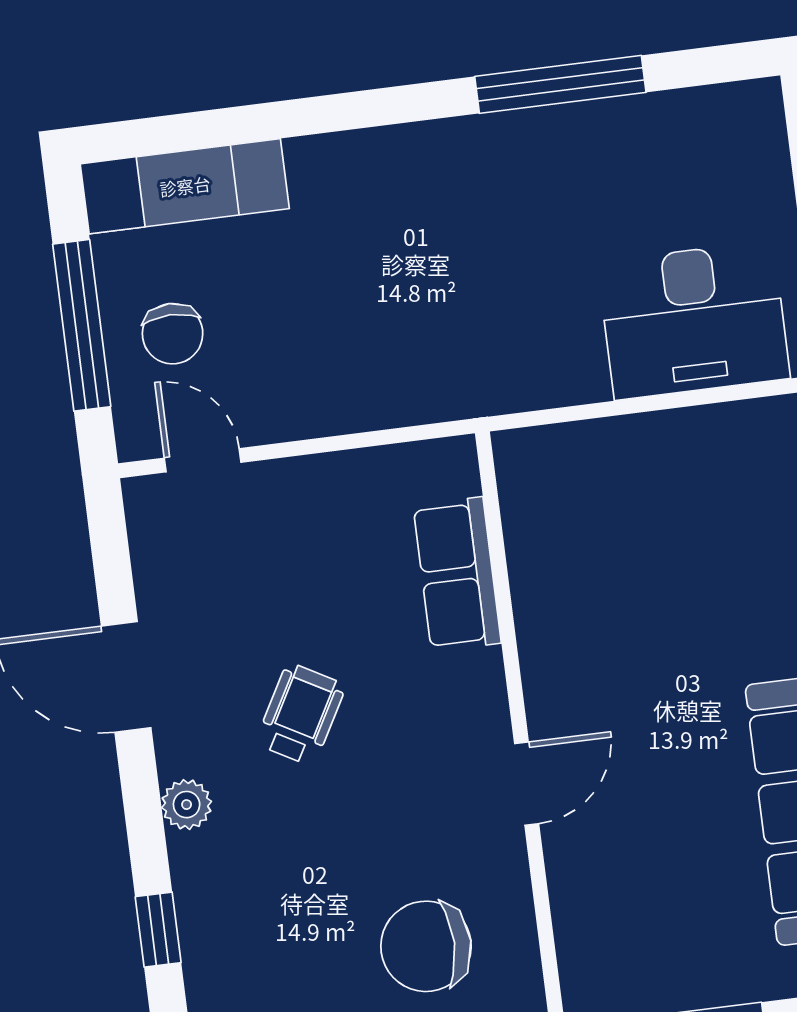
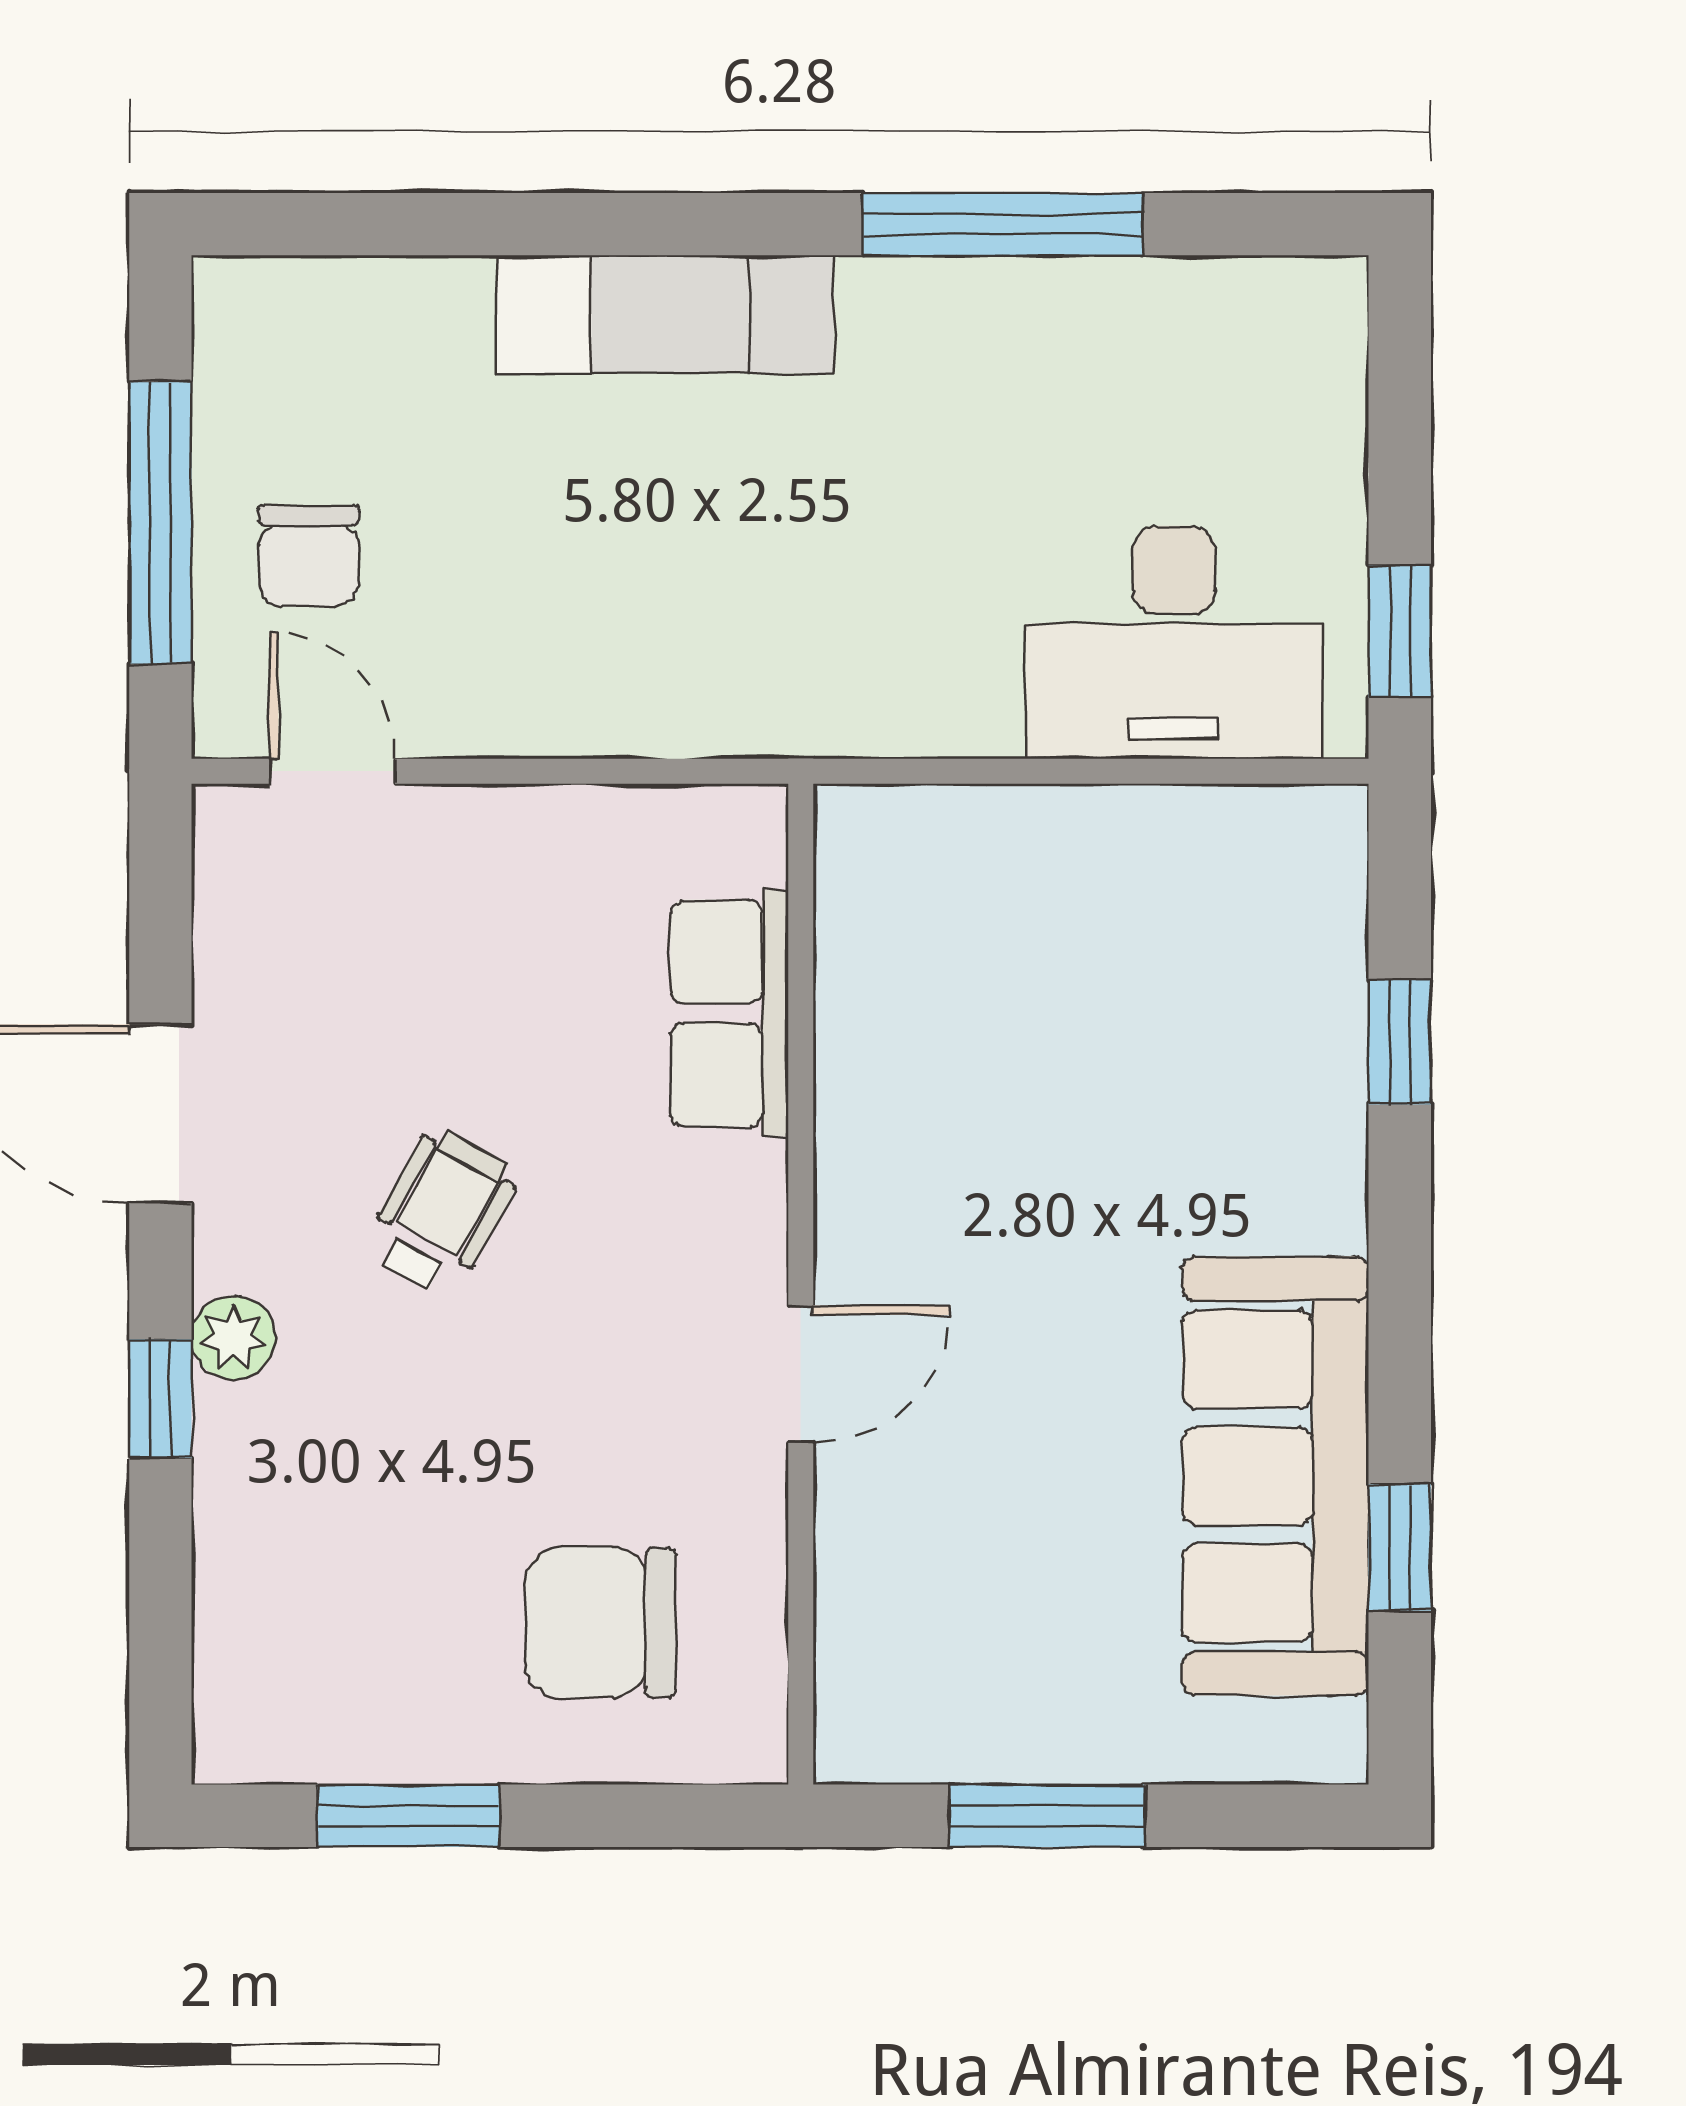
exam couch: (185, 186) -> (665, 314), moved
window: (158, 930) -> (160, 1399), moved

